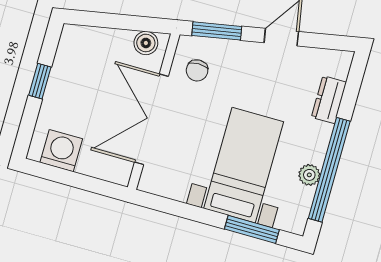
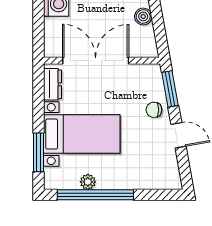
boiler: (146, 43) -> (143, 16), moved
chair: (197, 70) -> (154, 110), moved
dresser: (329, 100) -> (52, 84), moved, turned 90

